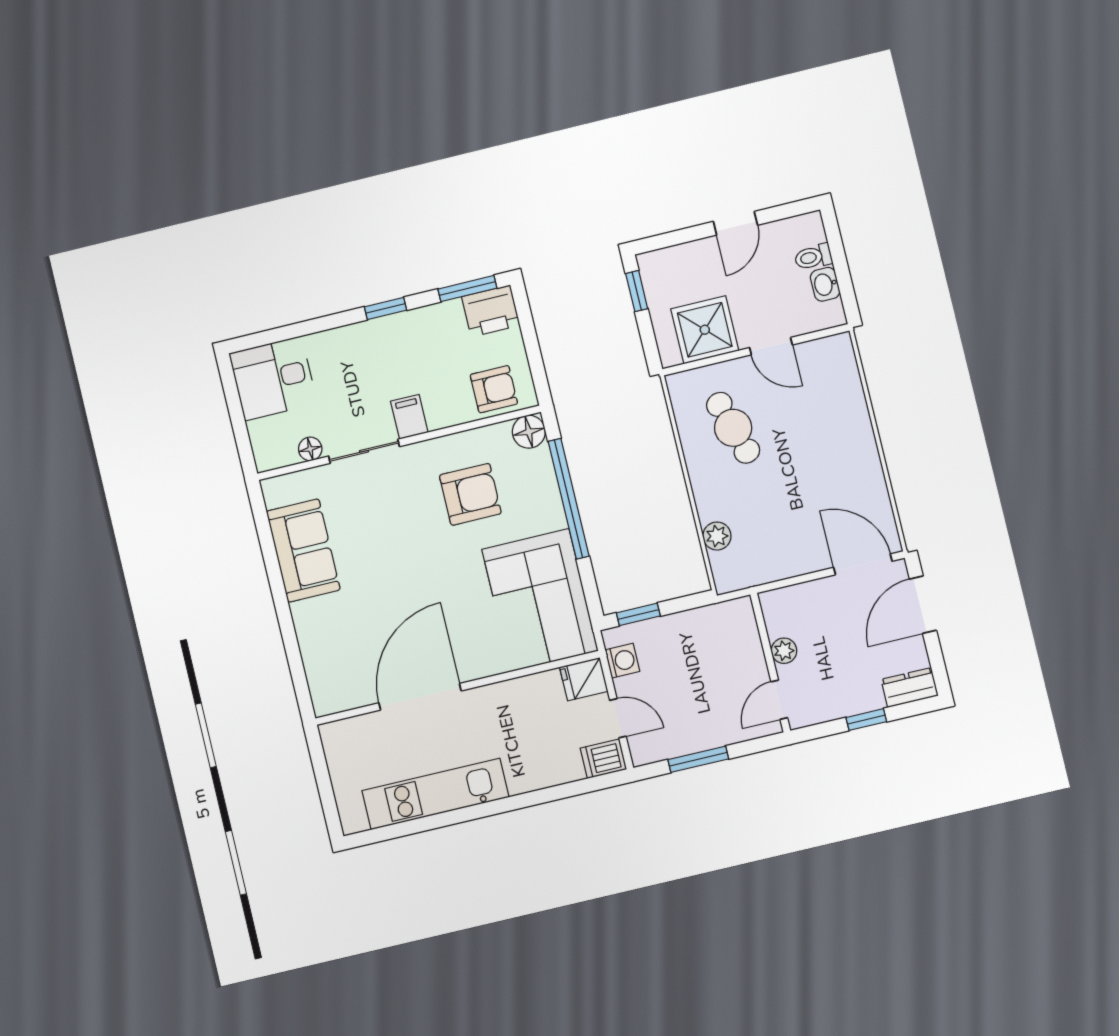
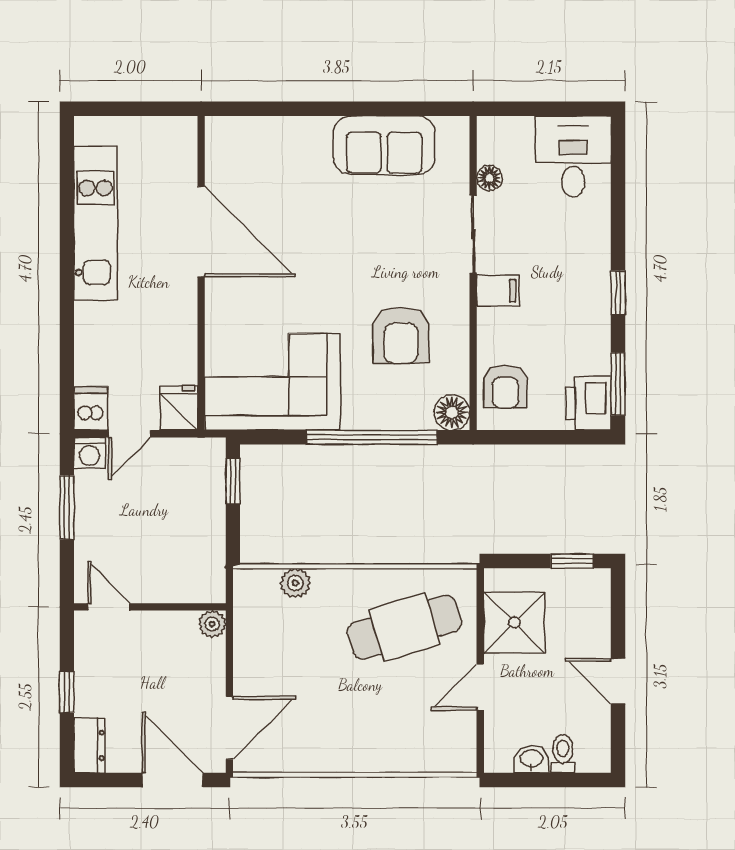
cafe table: (733, 428) -> (404, 627), width x1.37, depth x1.35
plant: (784, 651) -> (212, 624), moved
washing machine: (622, 661) -> (90, 453), moved

